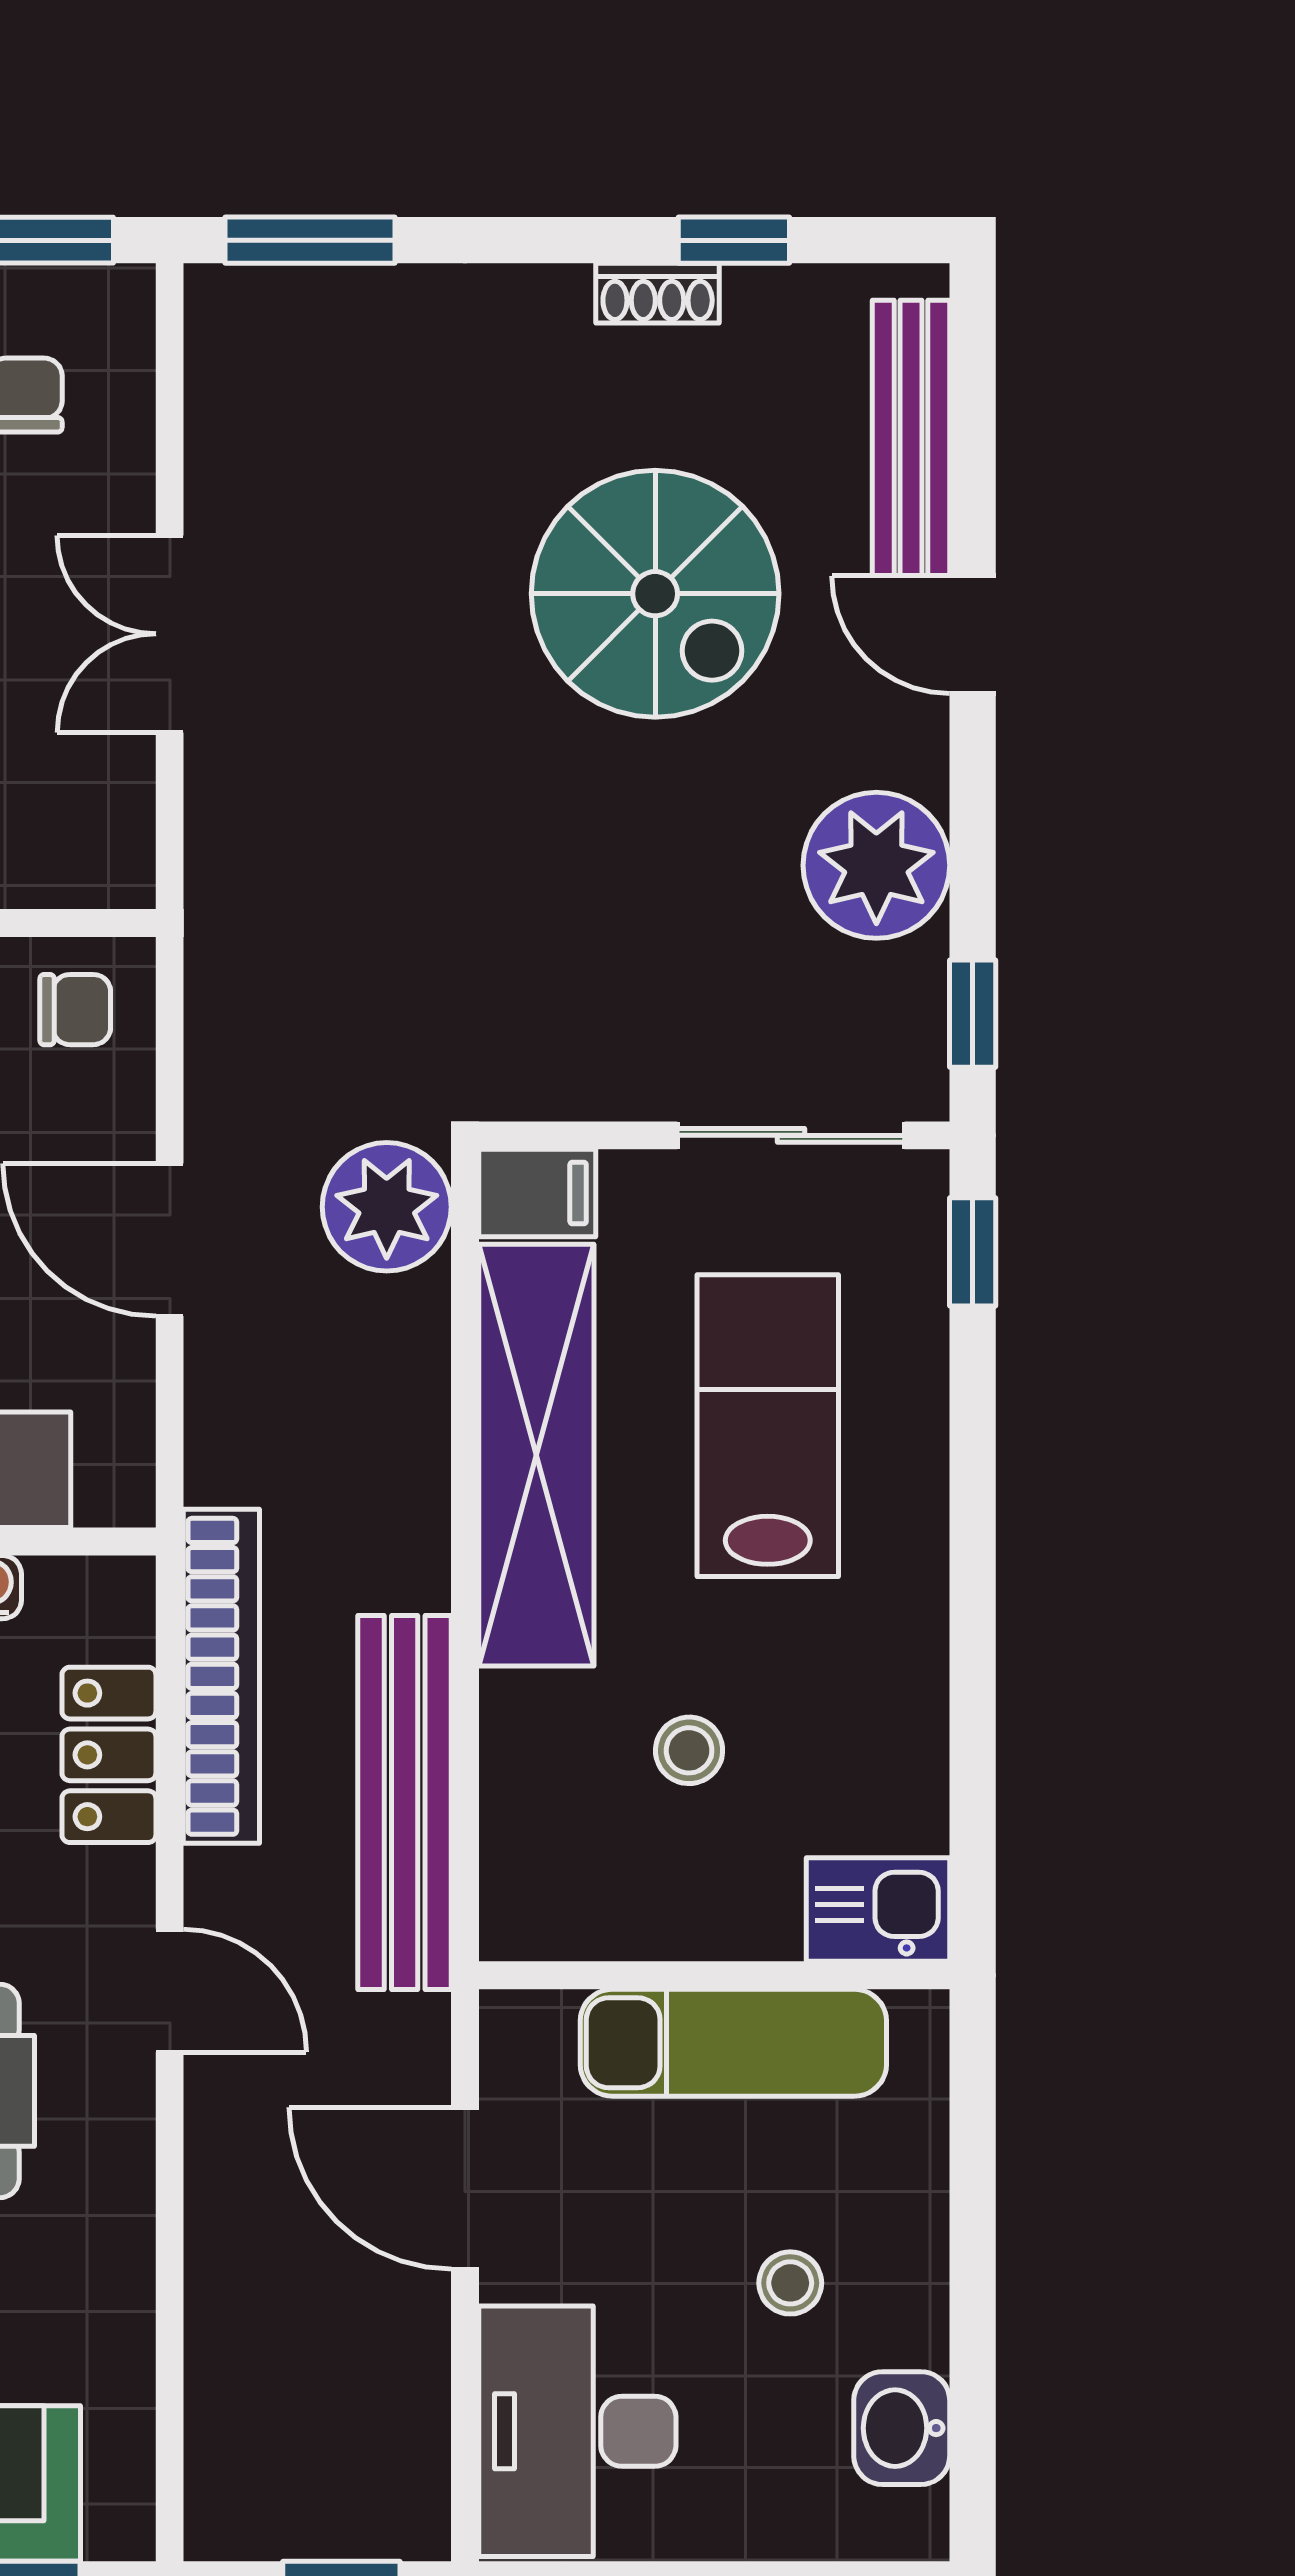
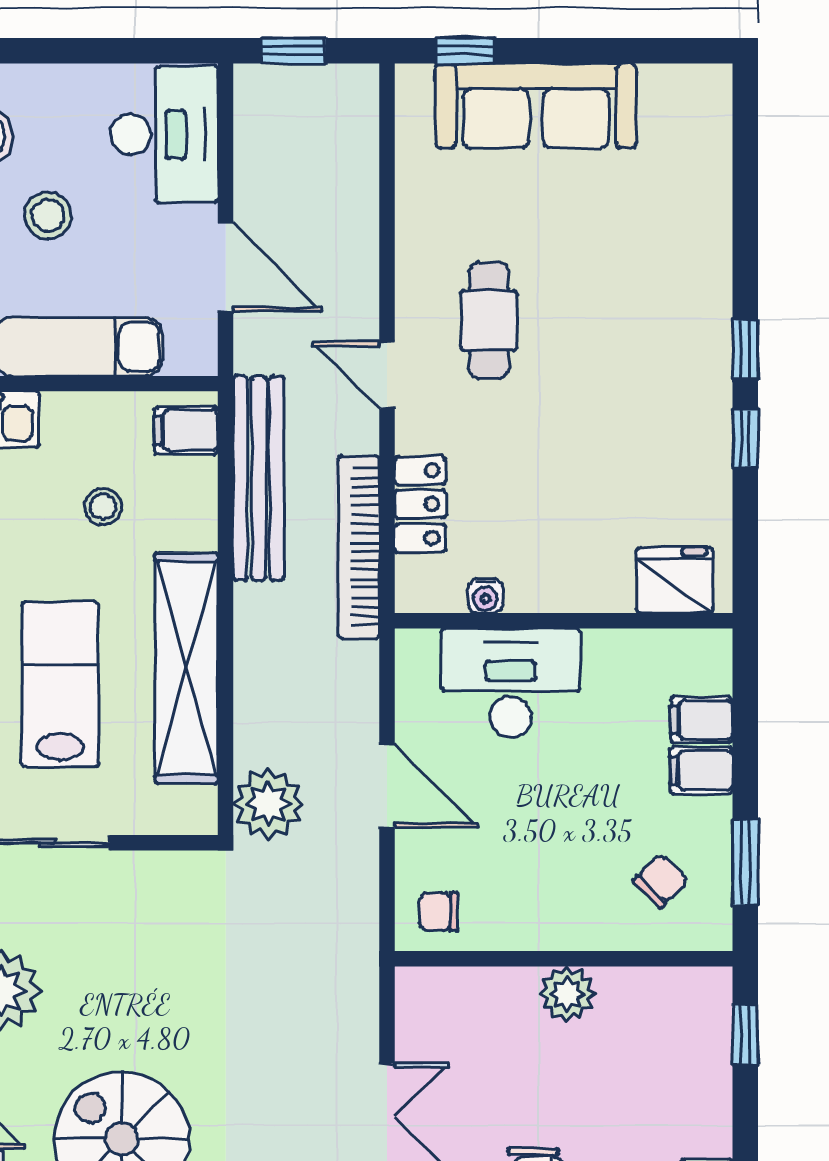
filing cabinet: (537, 1193) -> (186, 430), moved
lab bench: (768, 1426) -> (60, 684), turned 180
stool: (790, 2283) -> (48, 215), width x1.37, depth x1.37

